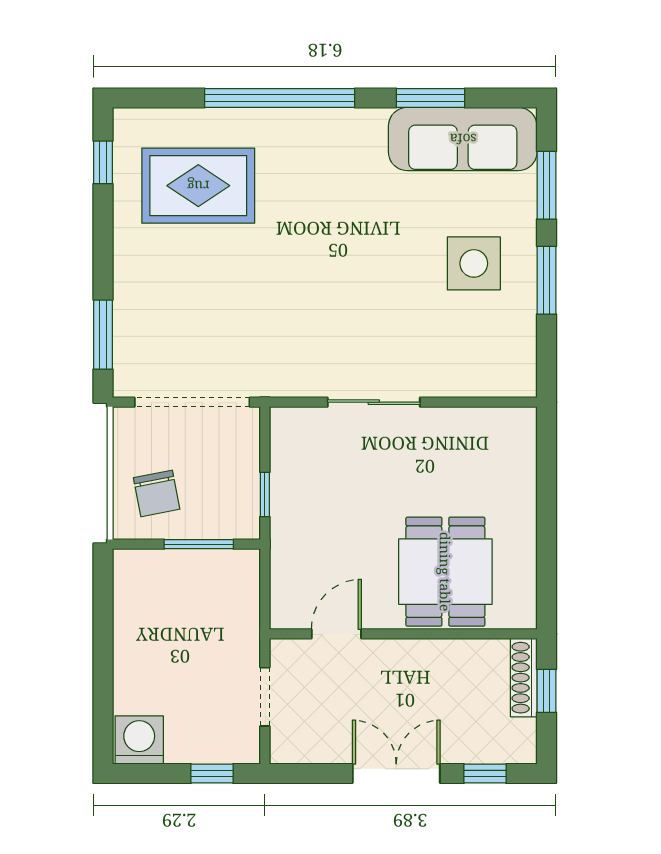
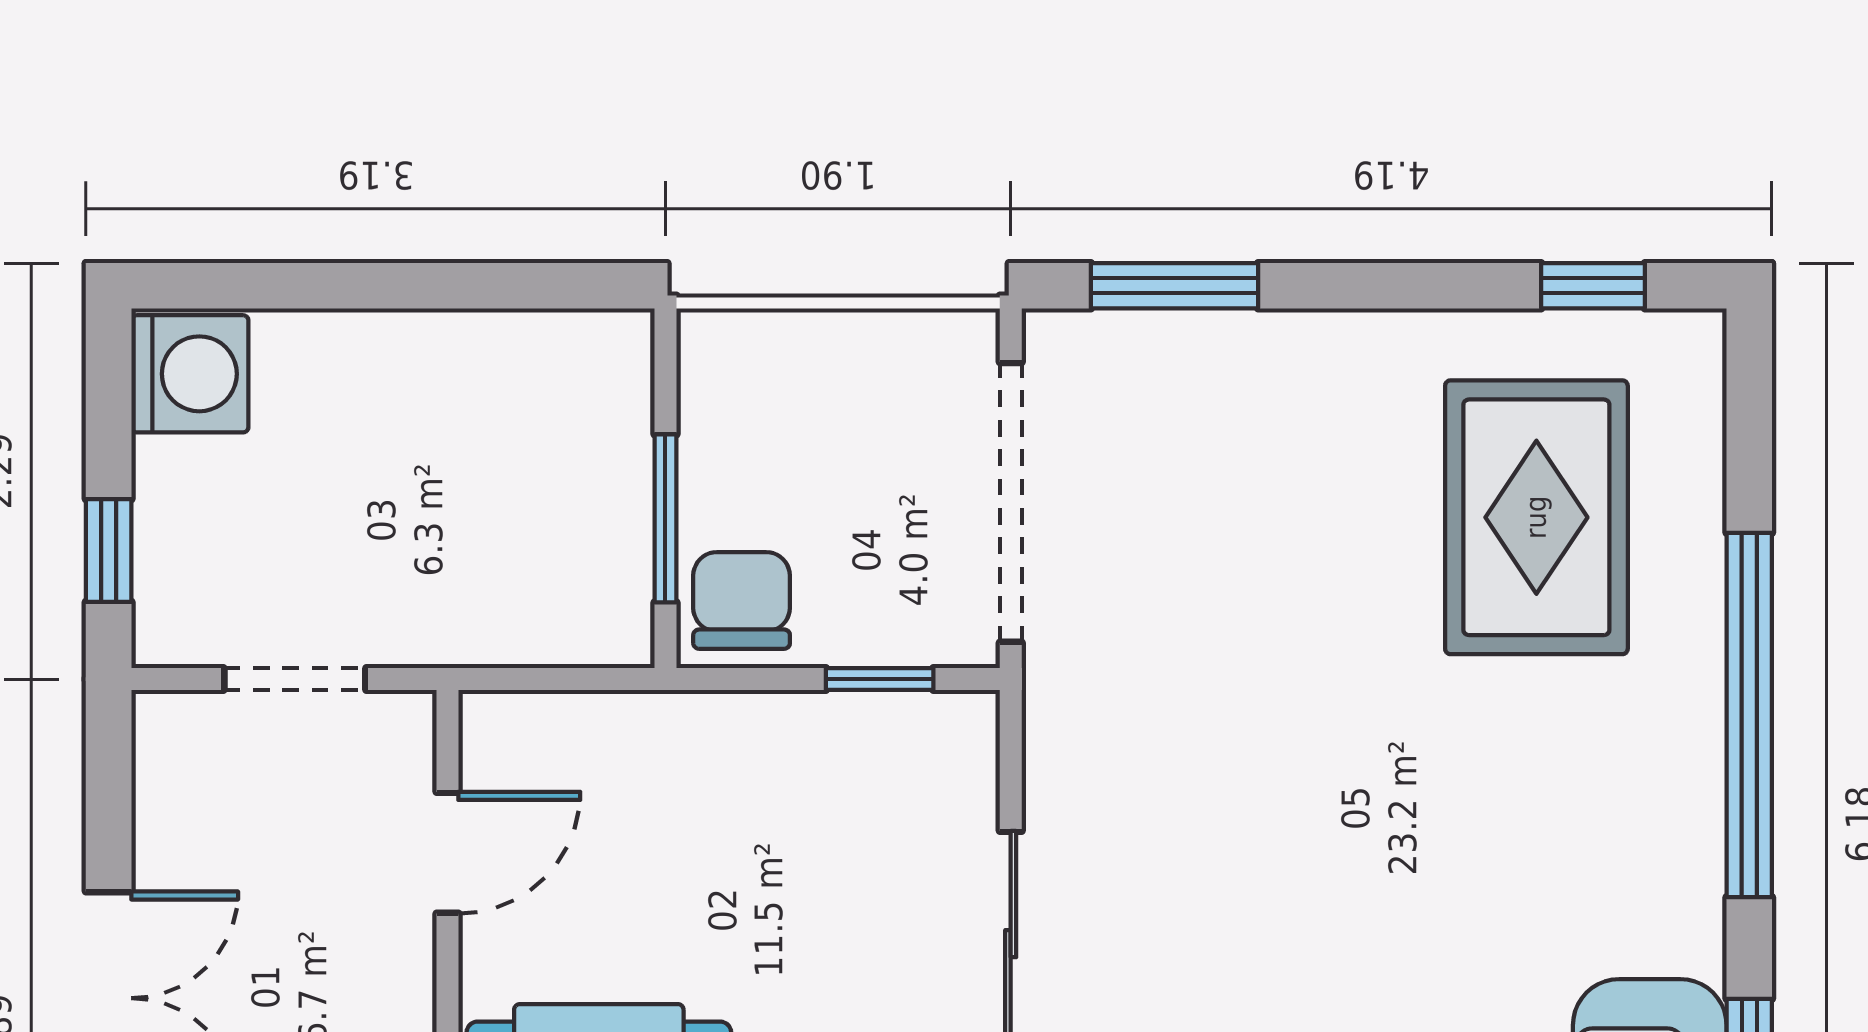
chair: (157, 493) -> (742, 600), moved, turned 101
window: (265, 495) -> (880, 679), moved
door: (336, 634) -> (447, 853), hinge flipped

